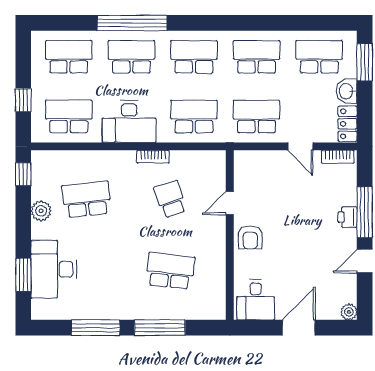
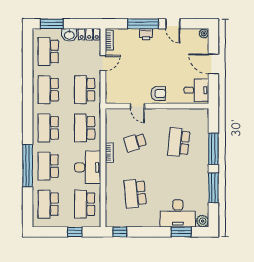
plant: (41, 211) -> (203, 221), moved

